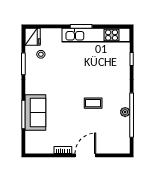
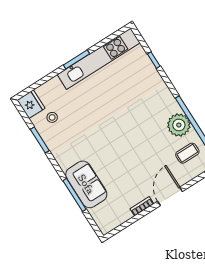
coffee table: (93, 103) -> (187, 153), moved
plant: (125, 112) -> (179, 125), width x1.88, depth x1.88

